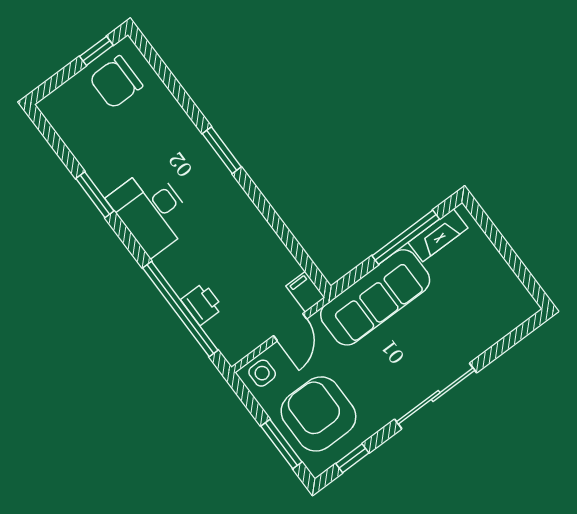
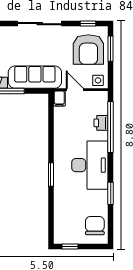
chair: (116, 82) -> (95, 226), moved, turned -90
desk: (151, 211) -> (90, 165), width x1.36, depth x1.30
door: (290, 327) -> (75, 90), hinge flipped

